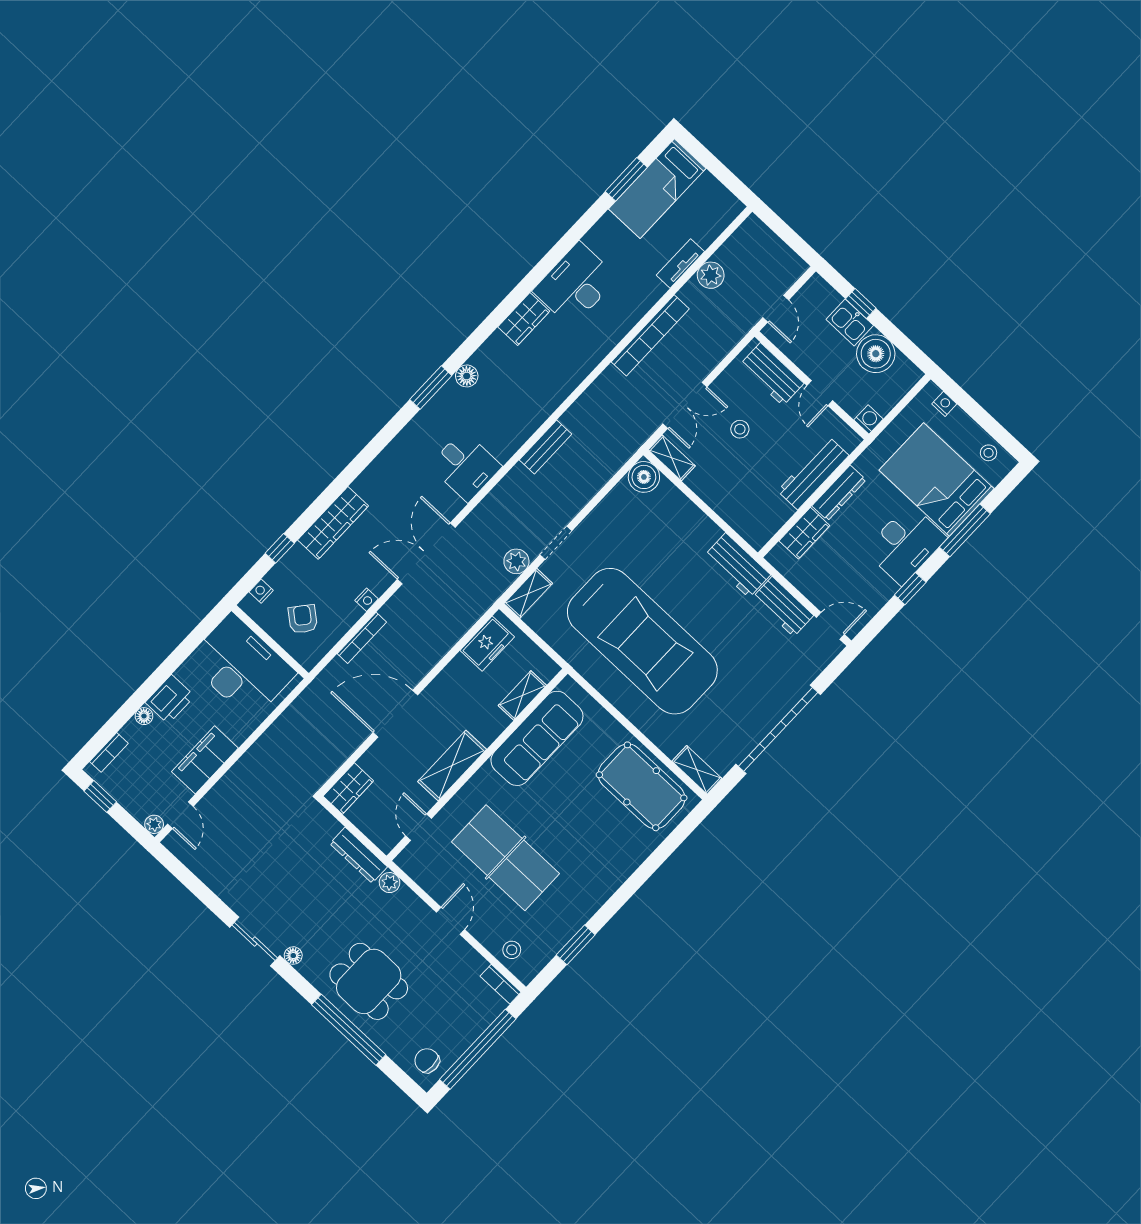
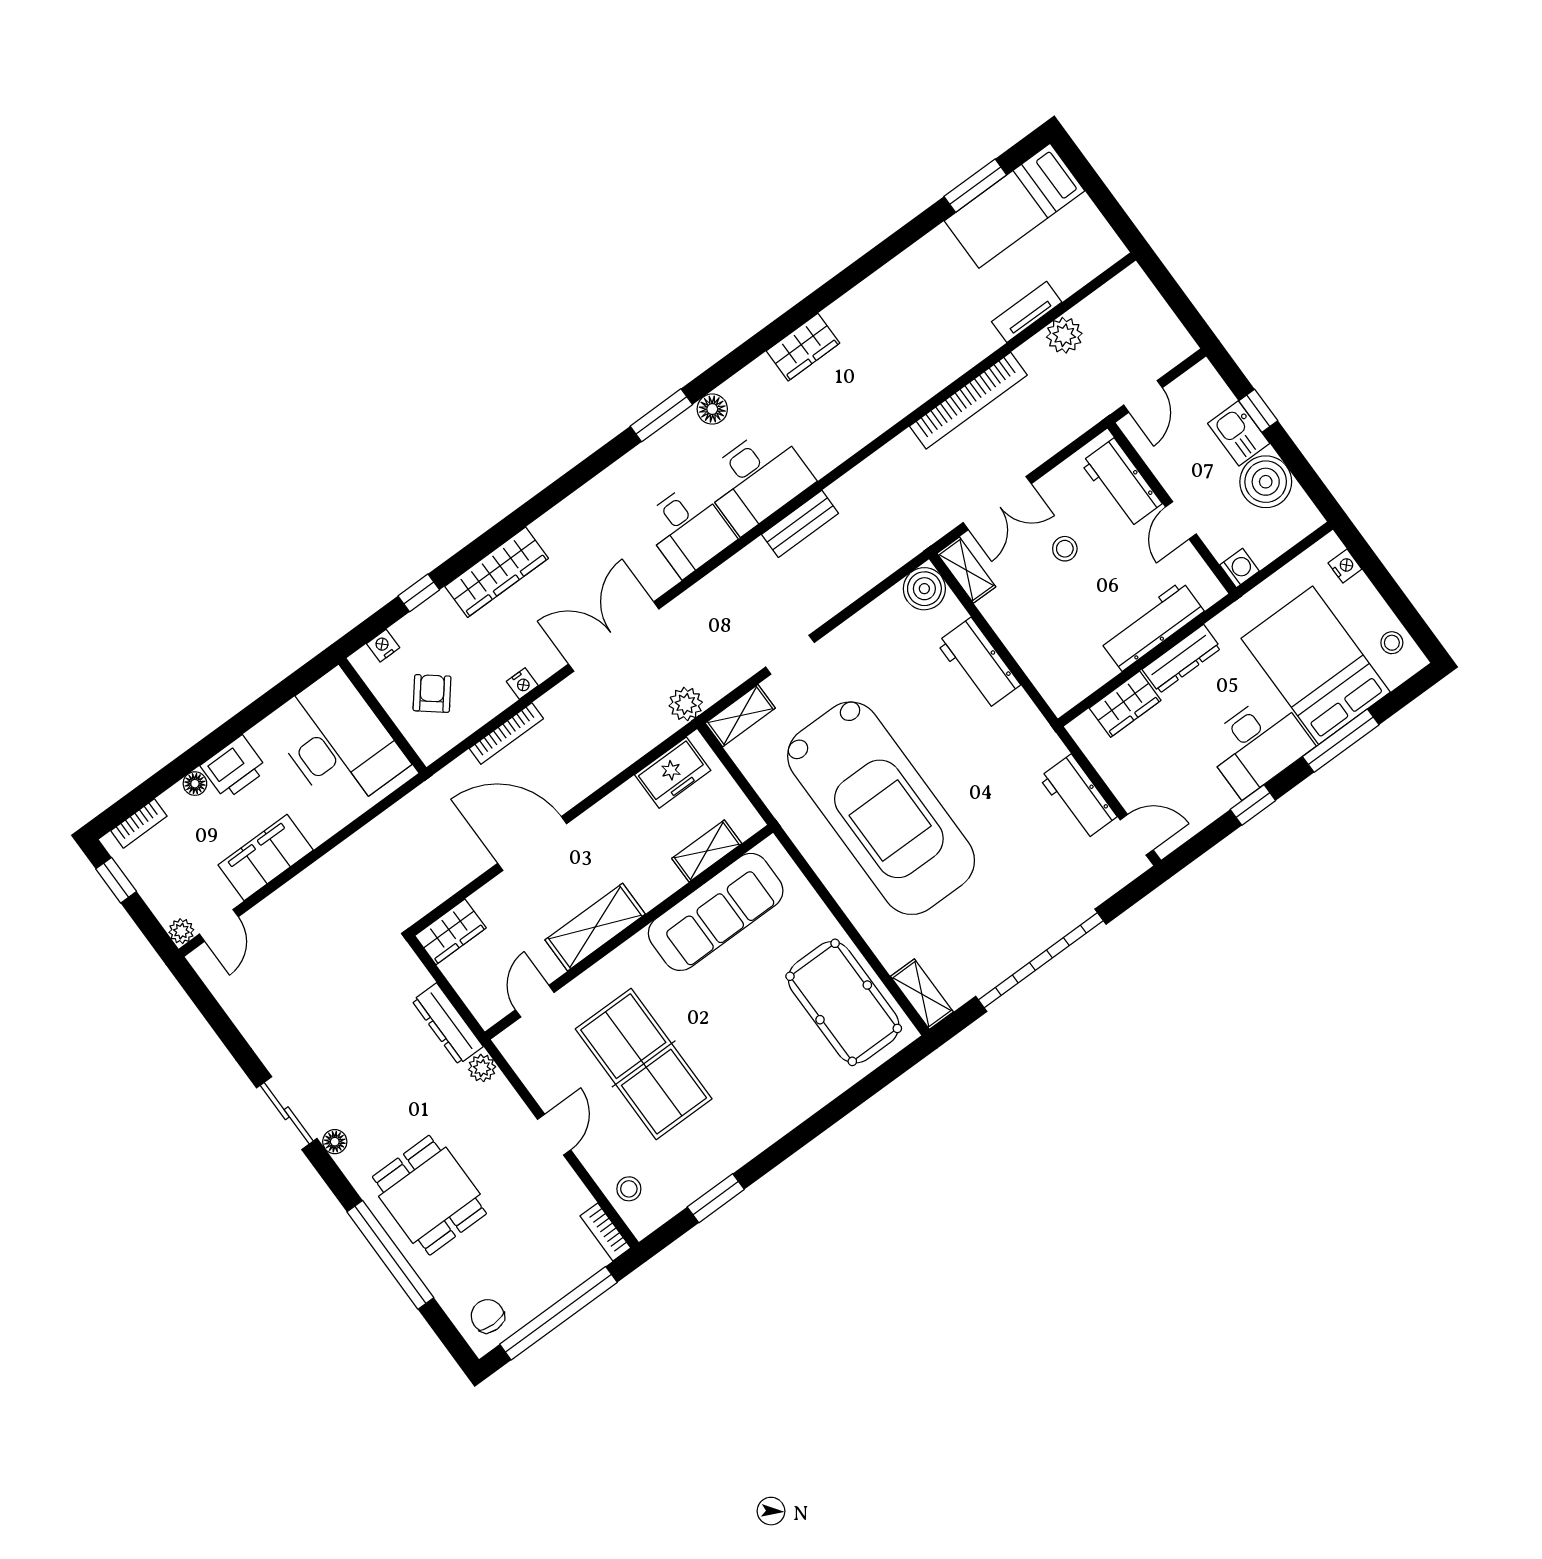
desk: (575, 284) -> (757, 479), moved, turned 180
plant: (516, 561) -> (686, 704), moved
workbench: (737, 565) -> (978, 664), moved

